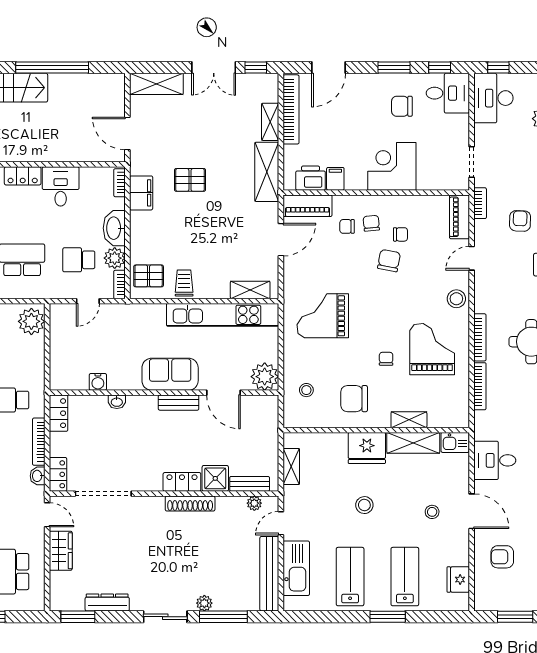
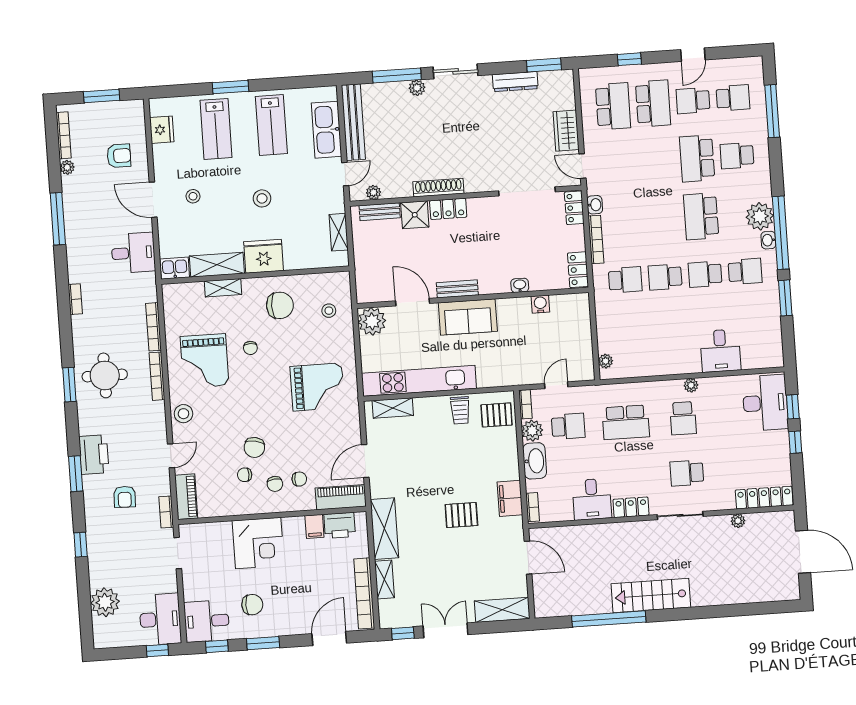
plant: (31, 321) -> (606, 361), width x0.53, depth x0.53

